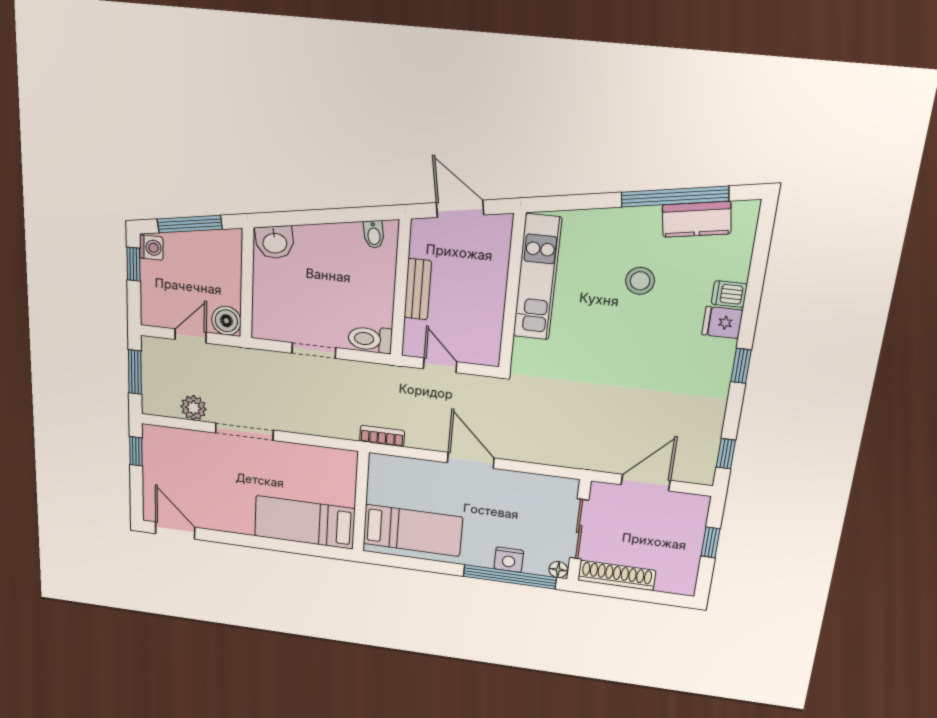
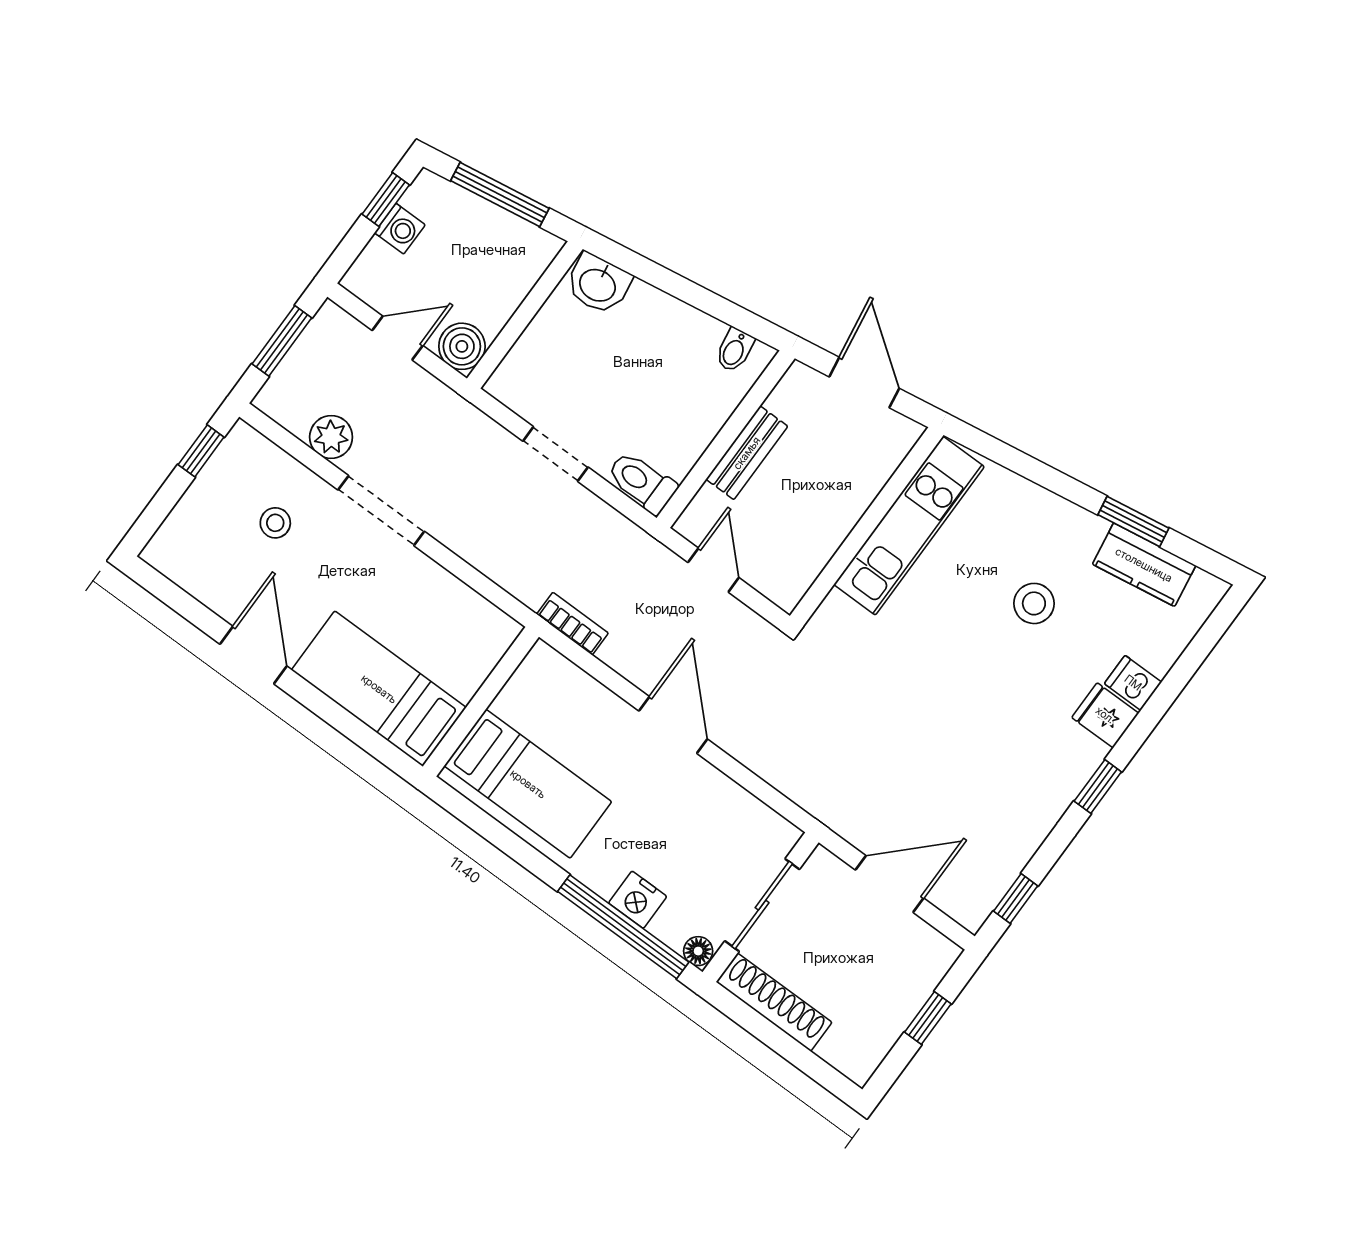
window: (675, 197) -> (1133, 521), width x0.47
washing machine: (151, 248) -> (400, 229), moved
stool: (197, 467) -> (275, 523), added
door: (175, 531) -> (253, 655), moved

